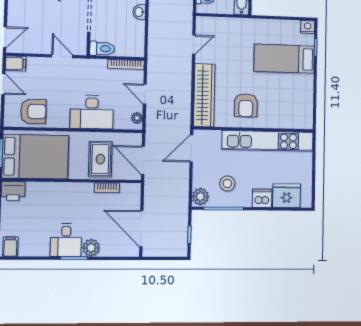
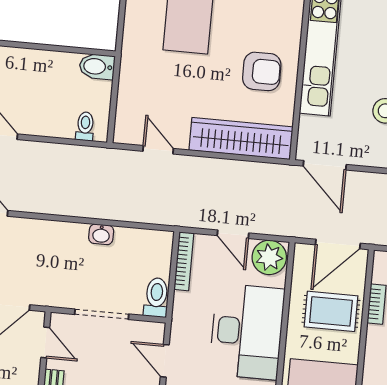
door: (62, 56) -> (165, 361), hinge flipped
door: (145, 94) -> (233, 234), hinge flipped
desk: (92, 112) -> (247, 332), width x1.36, depth x1.30
plant: (137, 118) -> (269, 257), width x1.87, depth x1.87

